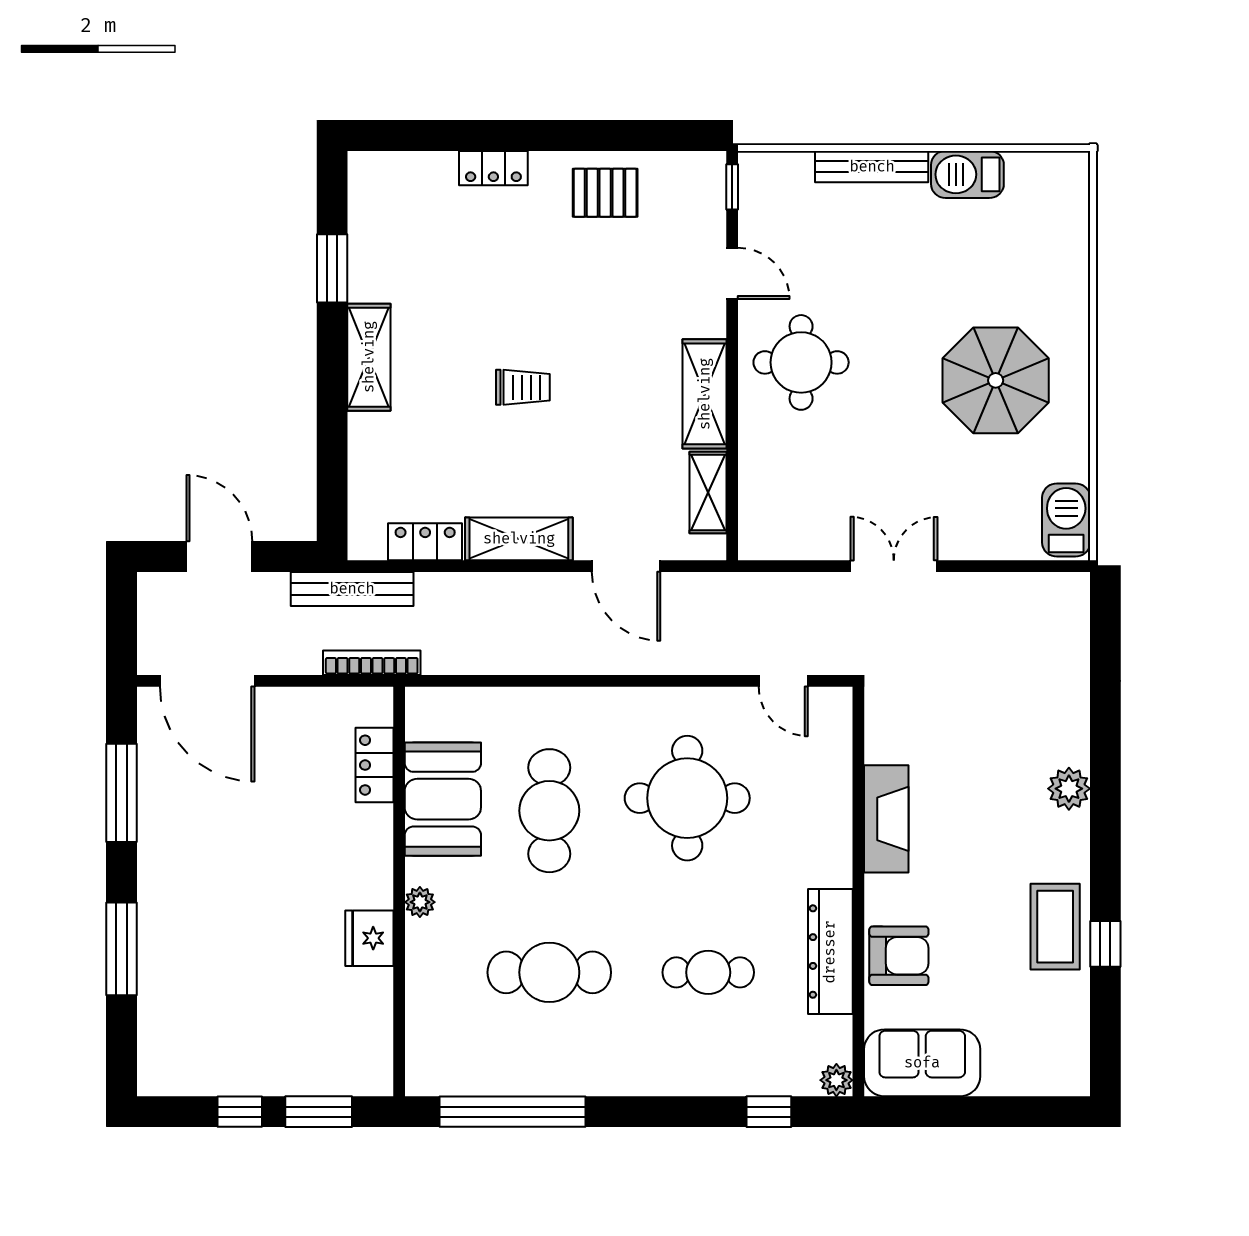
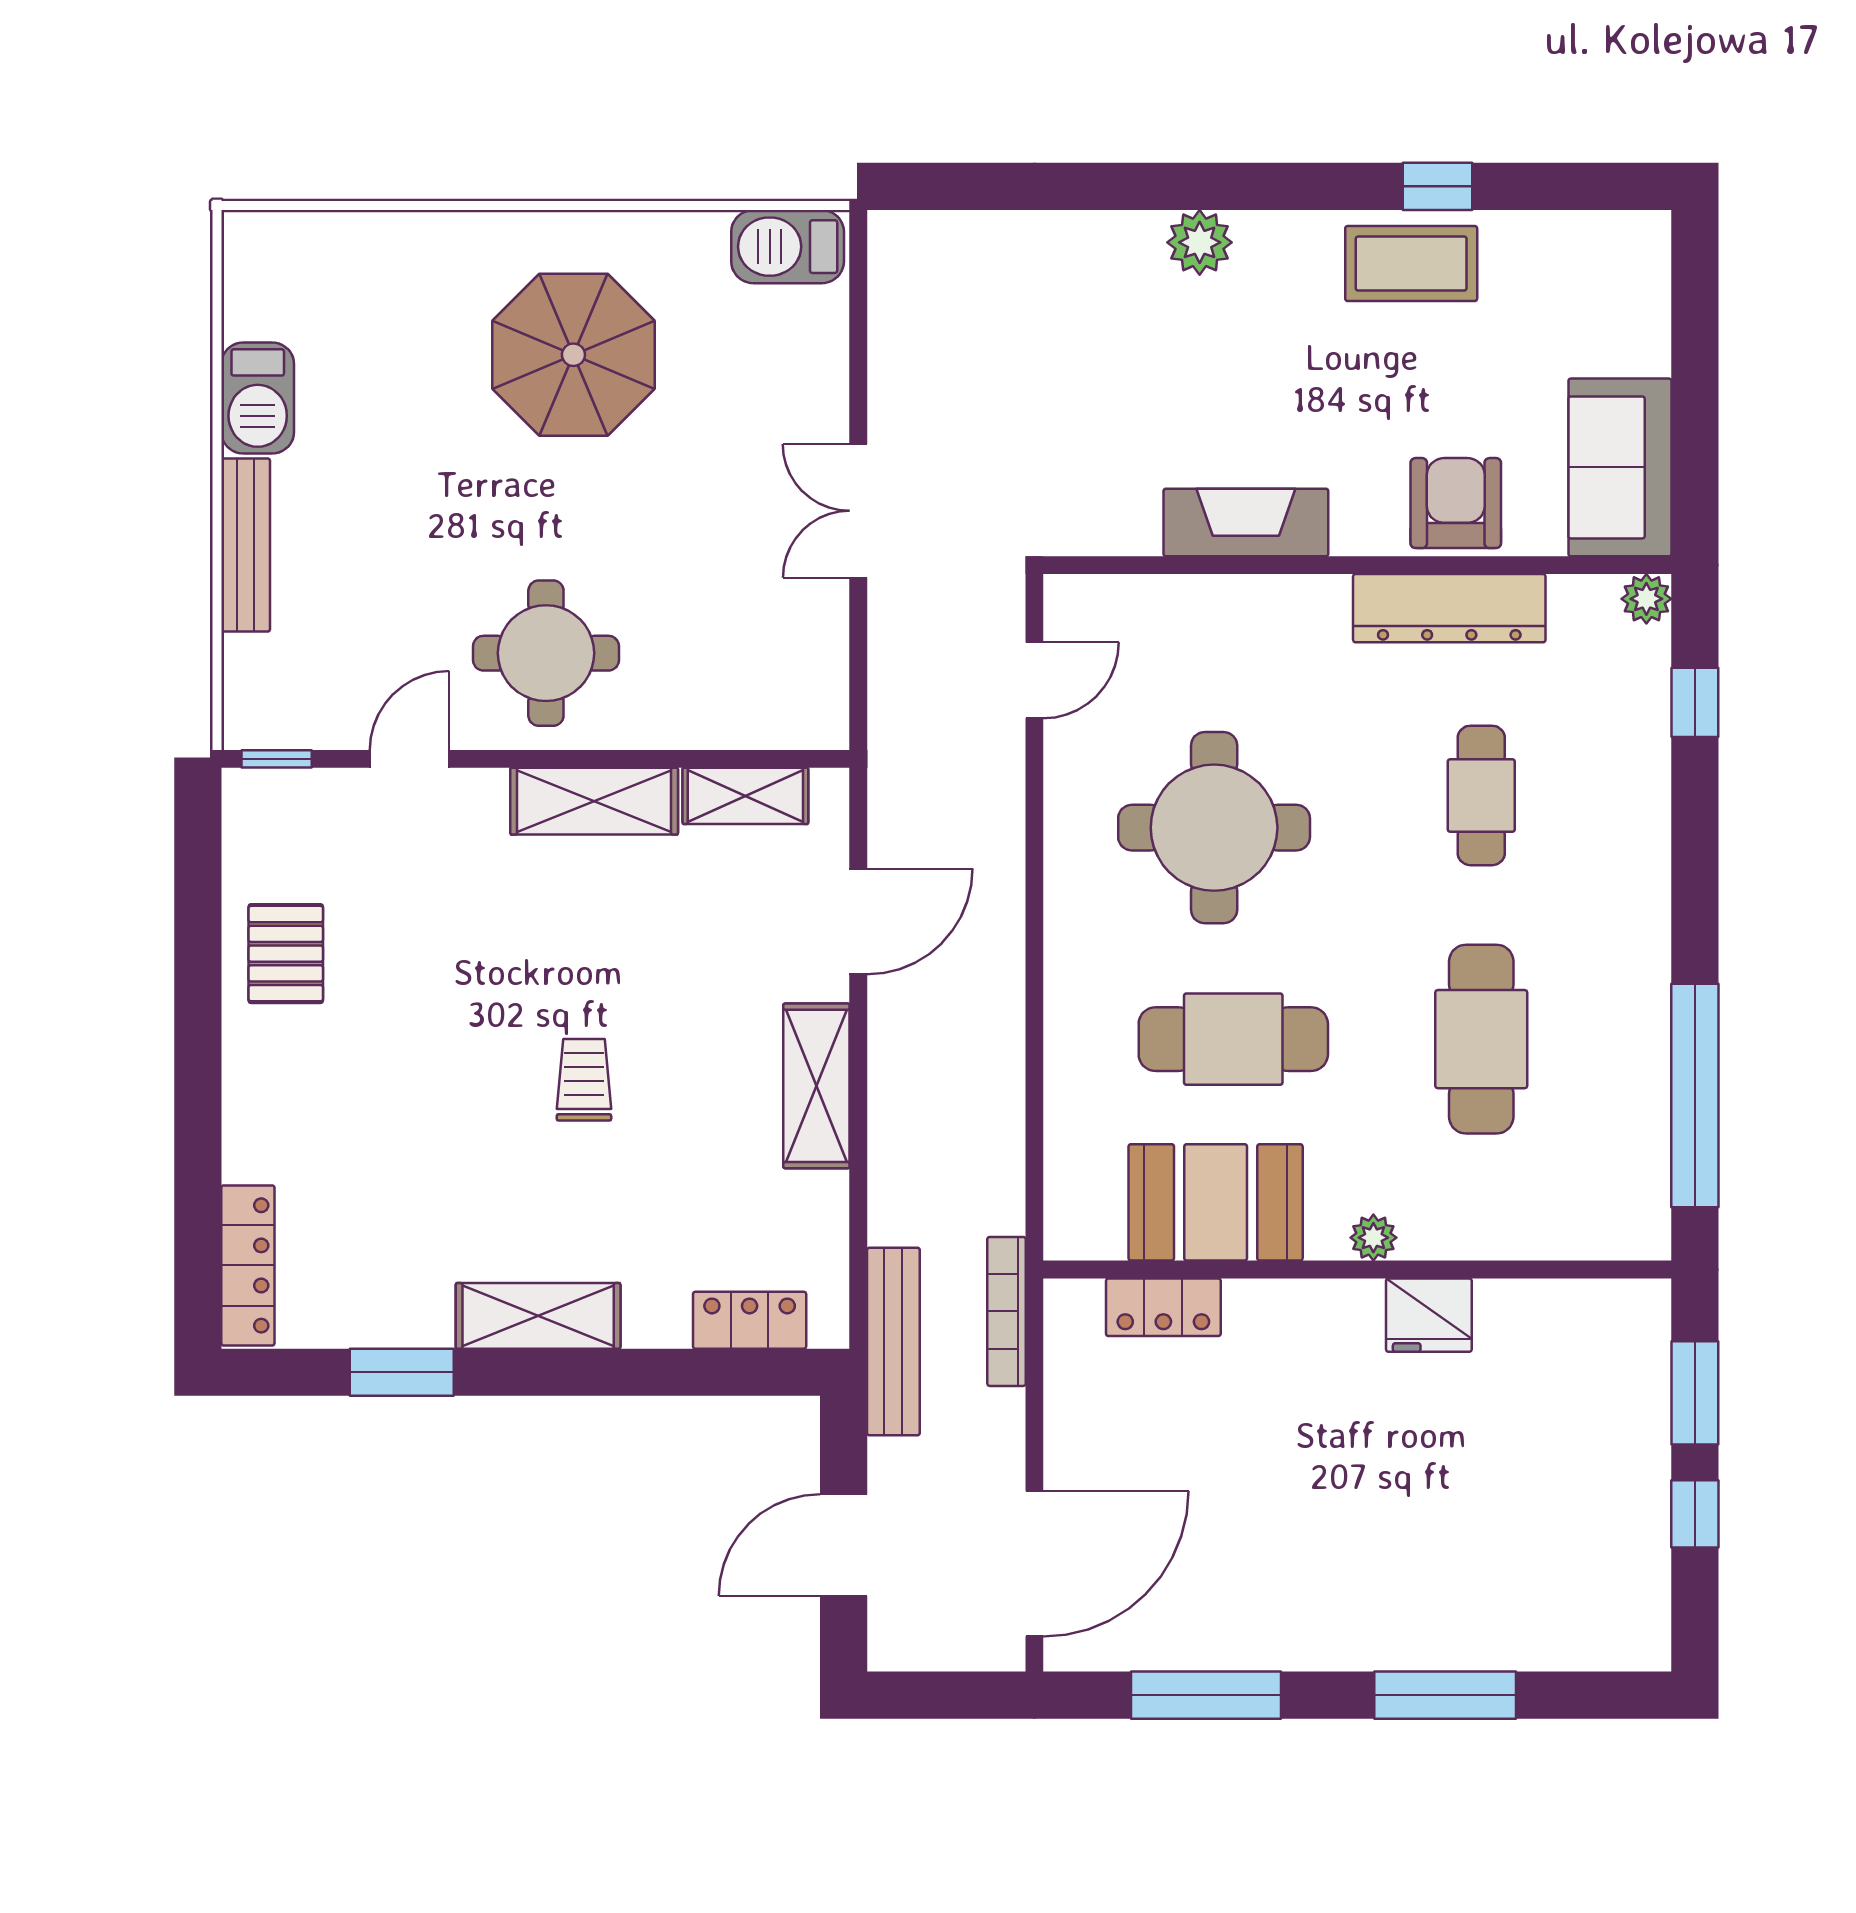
locker: (493, 168) -> (248, 1265), moved, width x1.53
locker: (425, 542) -> (750, 1320), moved, turned 90

